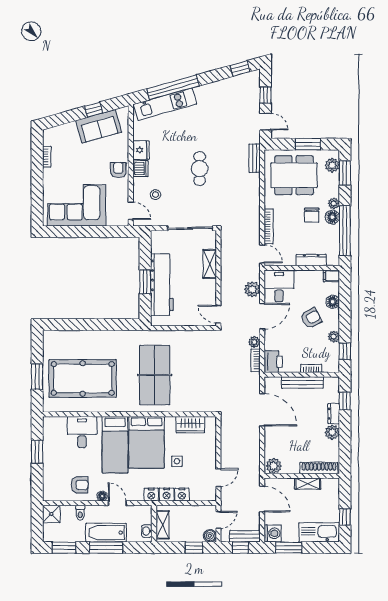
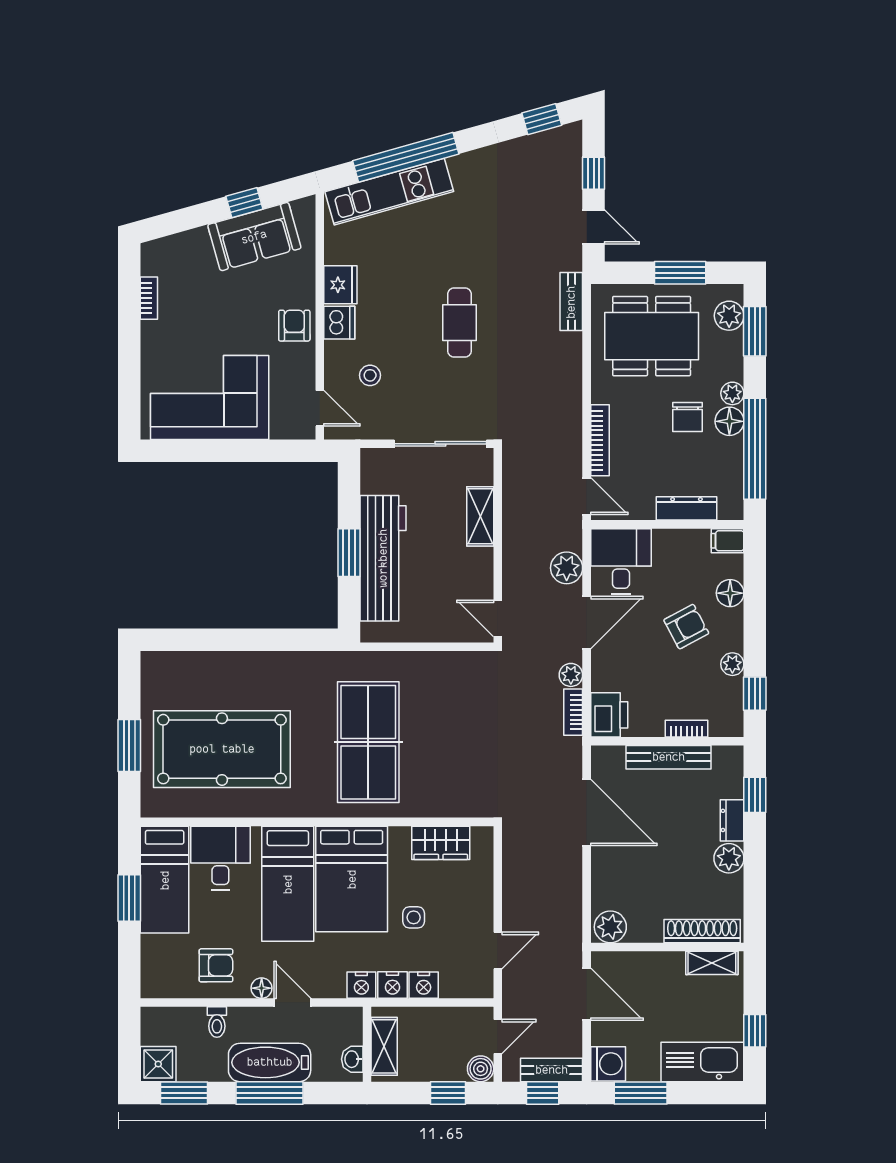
bed: (54, 443) -> (165, 880), added
shelving: (308, 484) -> (712, 963), moved
shower: (51, 514) -> (158, 1064), moved

